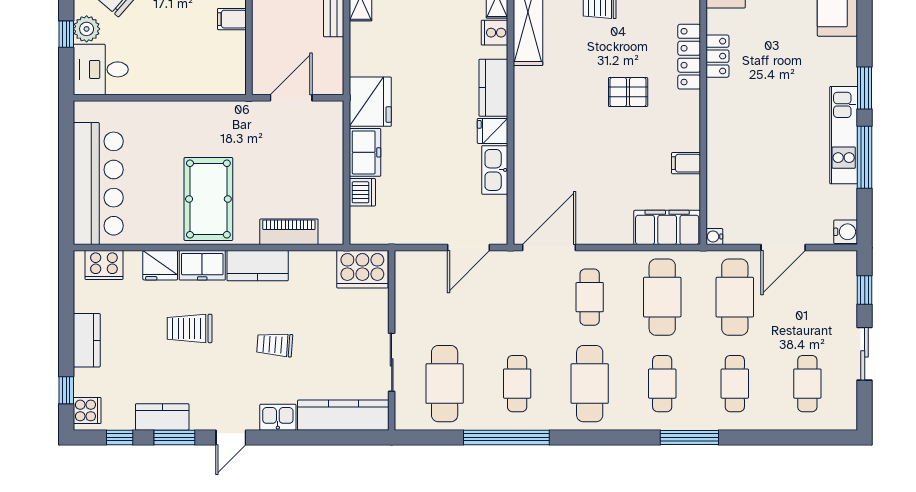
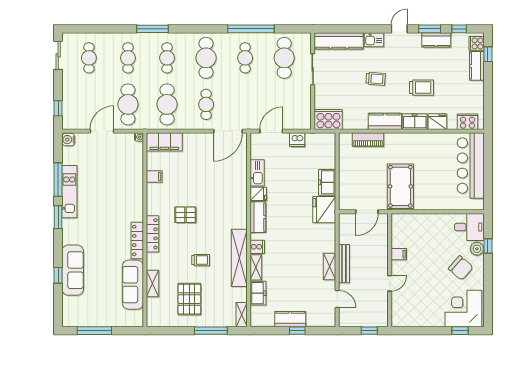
locker: (717, 56) -> (137, 241), width x1.53
dishwasher: (362, 192) -> (297, 140), moved, turned -90
pool table: (208, 199) -> (400, 186), moved
kitchen counter: (87, 340) -> (477, 66), moved
sliding door: (865, 354) -> (58, 55), moved

